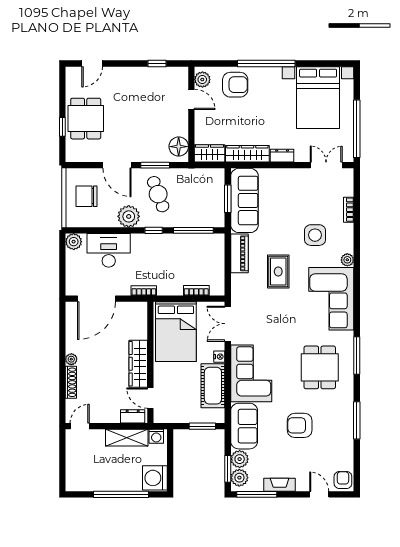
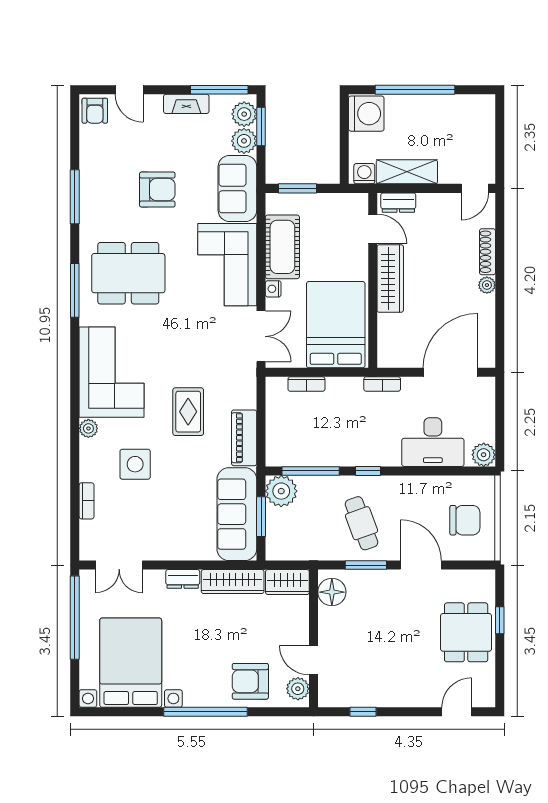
plant: (129, 216) -> (281, 491), moved
dining table: (320, 367) -> (128, 273), width x1.38

